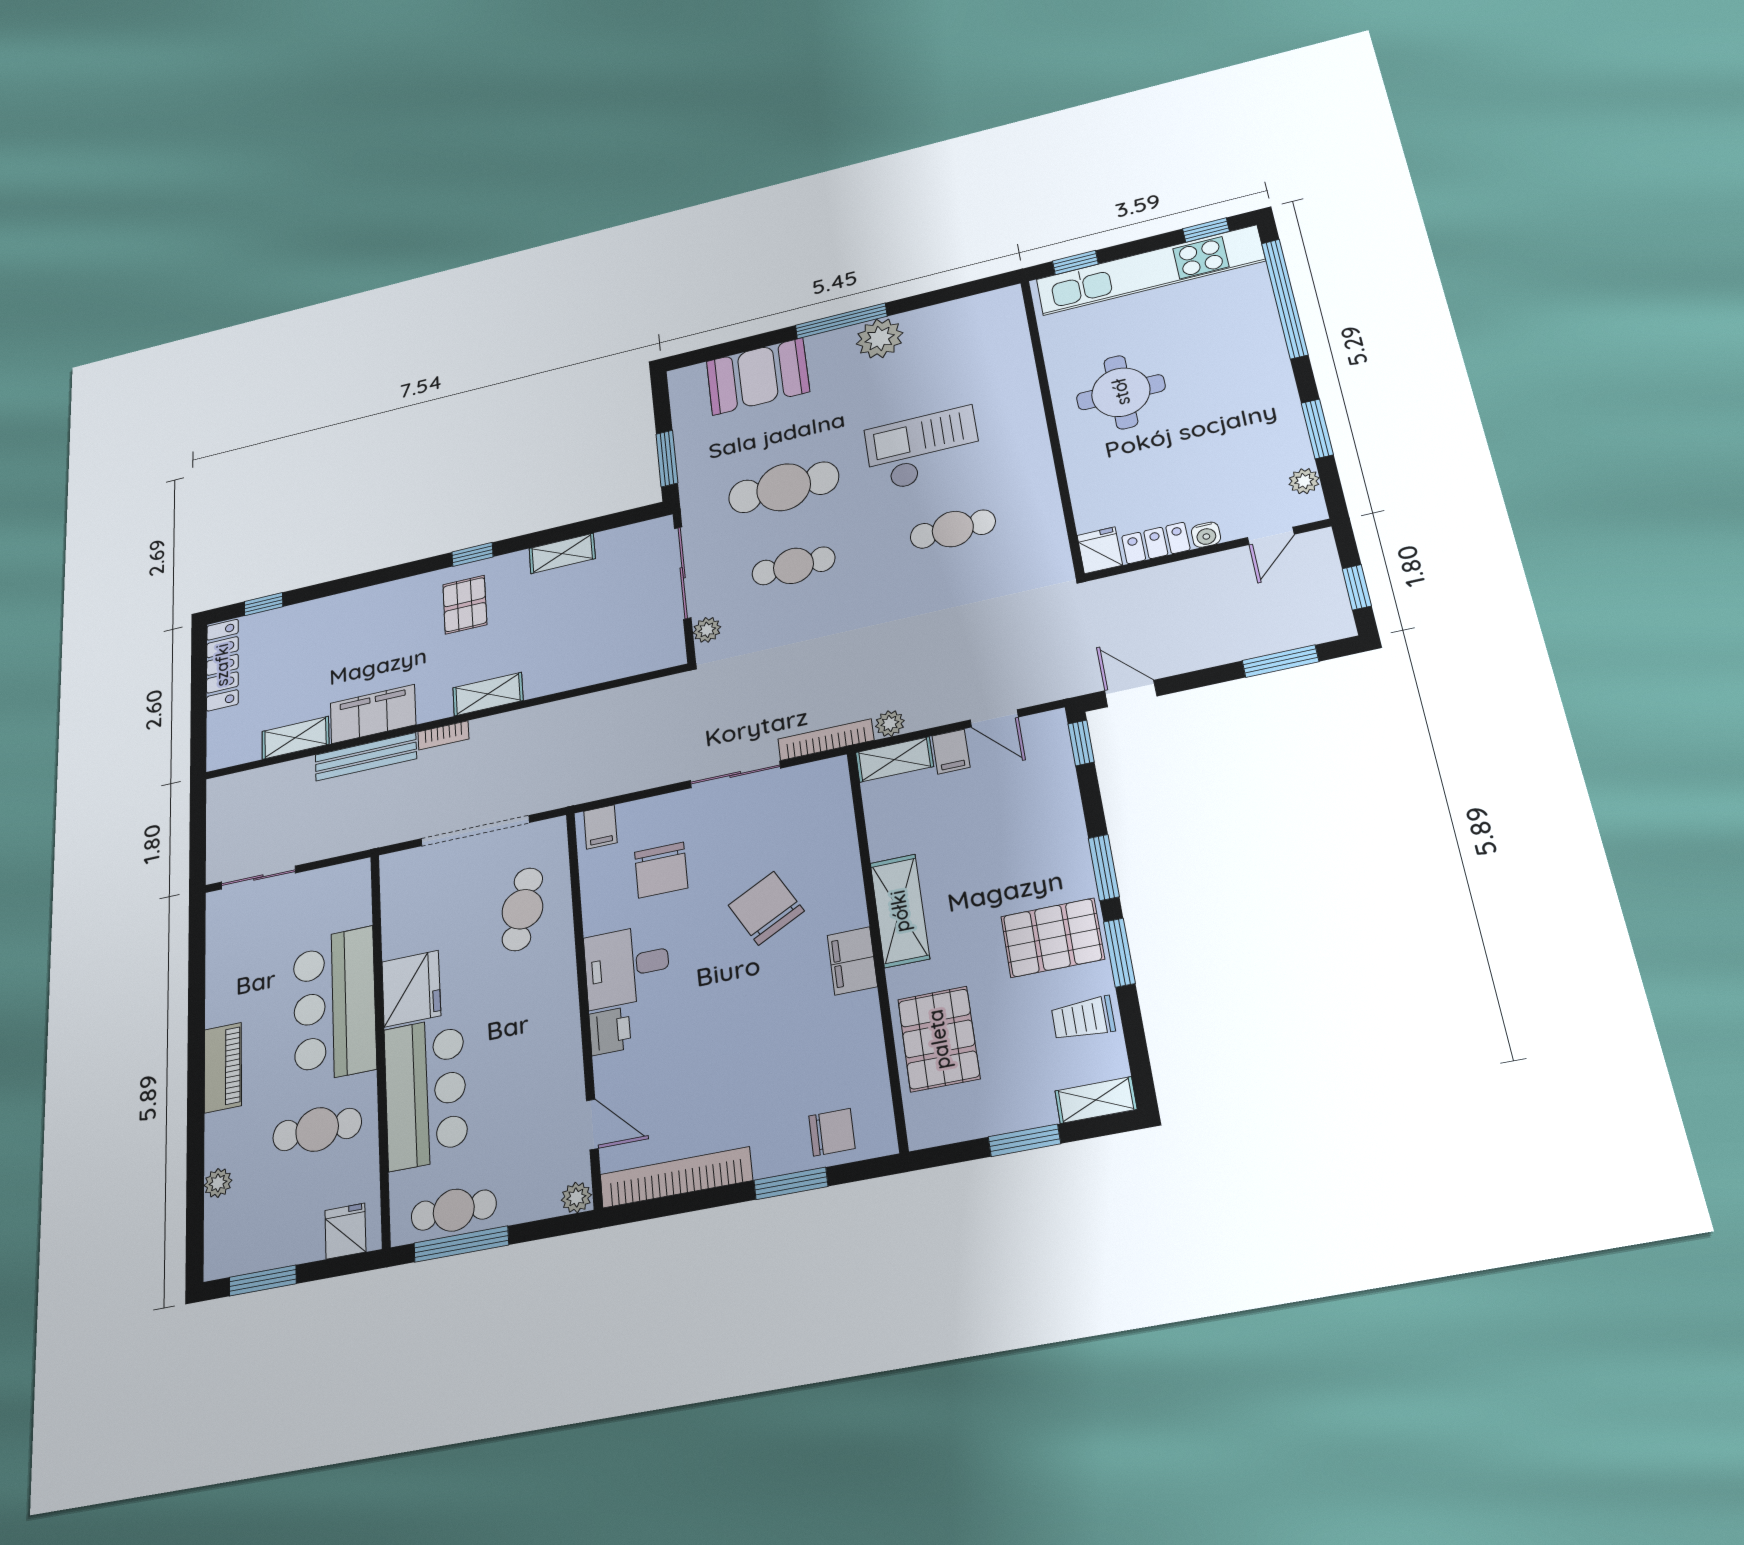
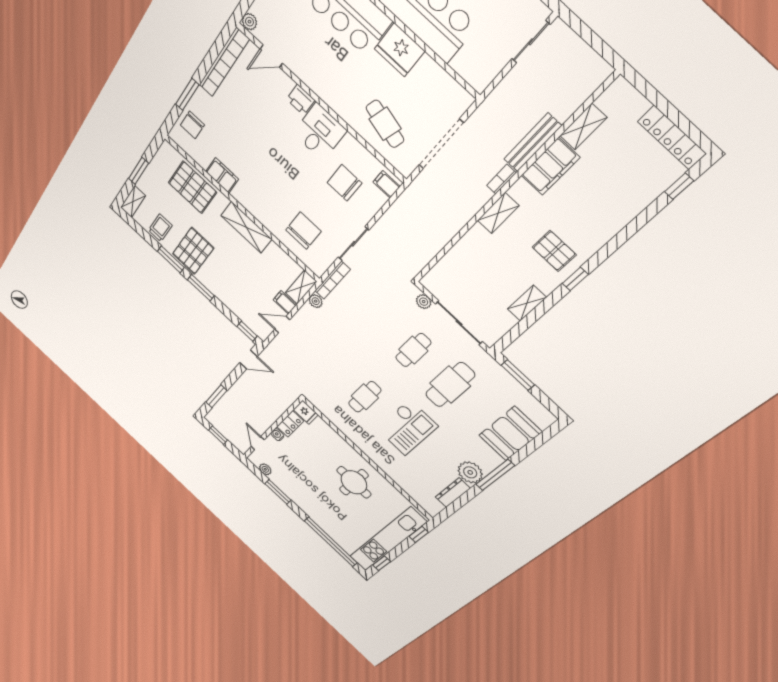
dresser: (942, 315) -> (453, 493), added
chair: (766, 908) -> (303, 231), moved, turned -62
filing cabinet: (852, 961) -> (222, 175), moved

